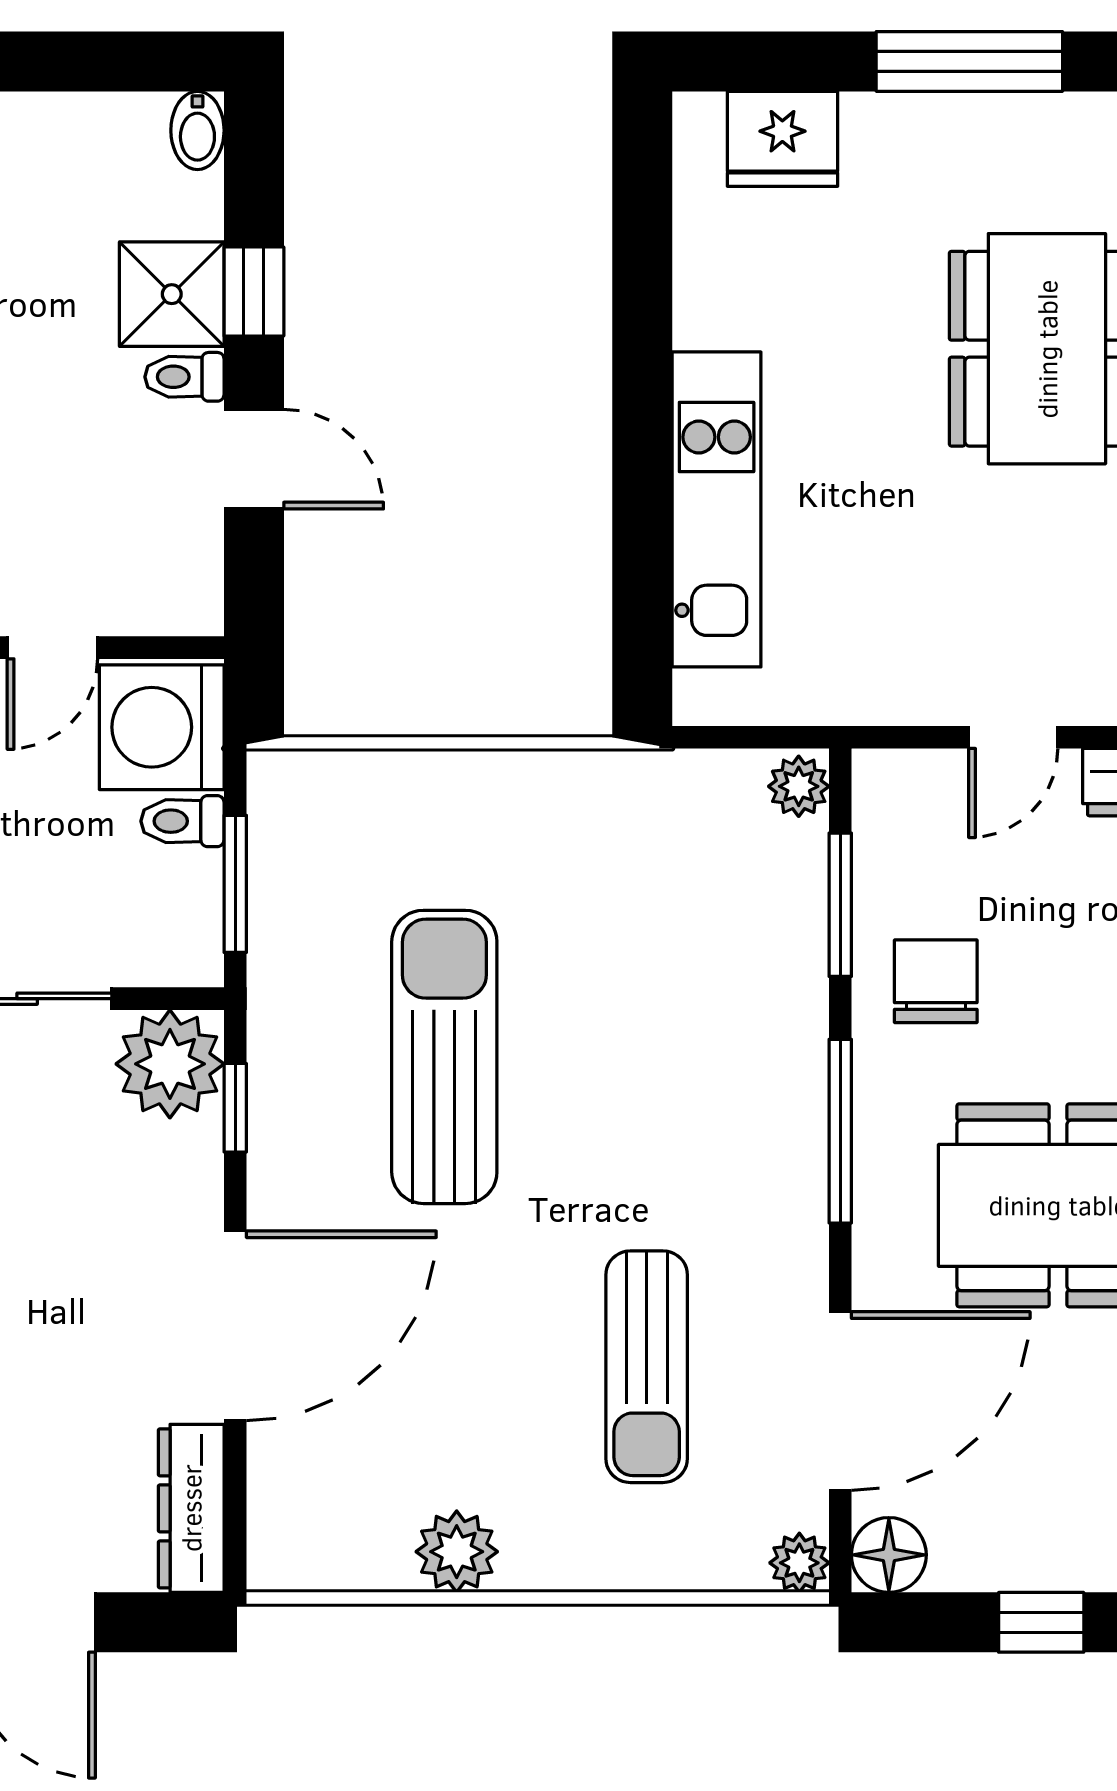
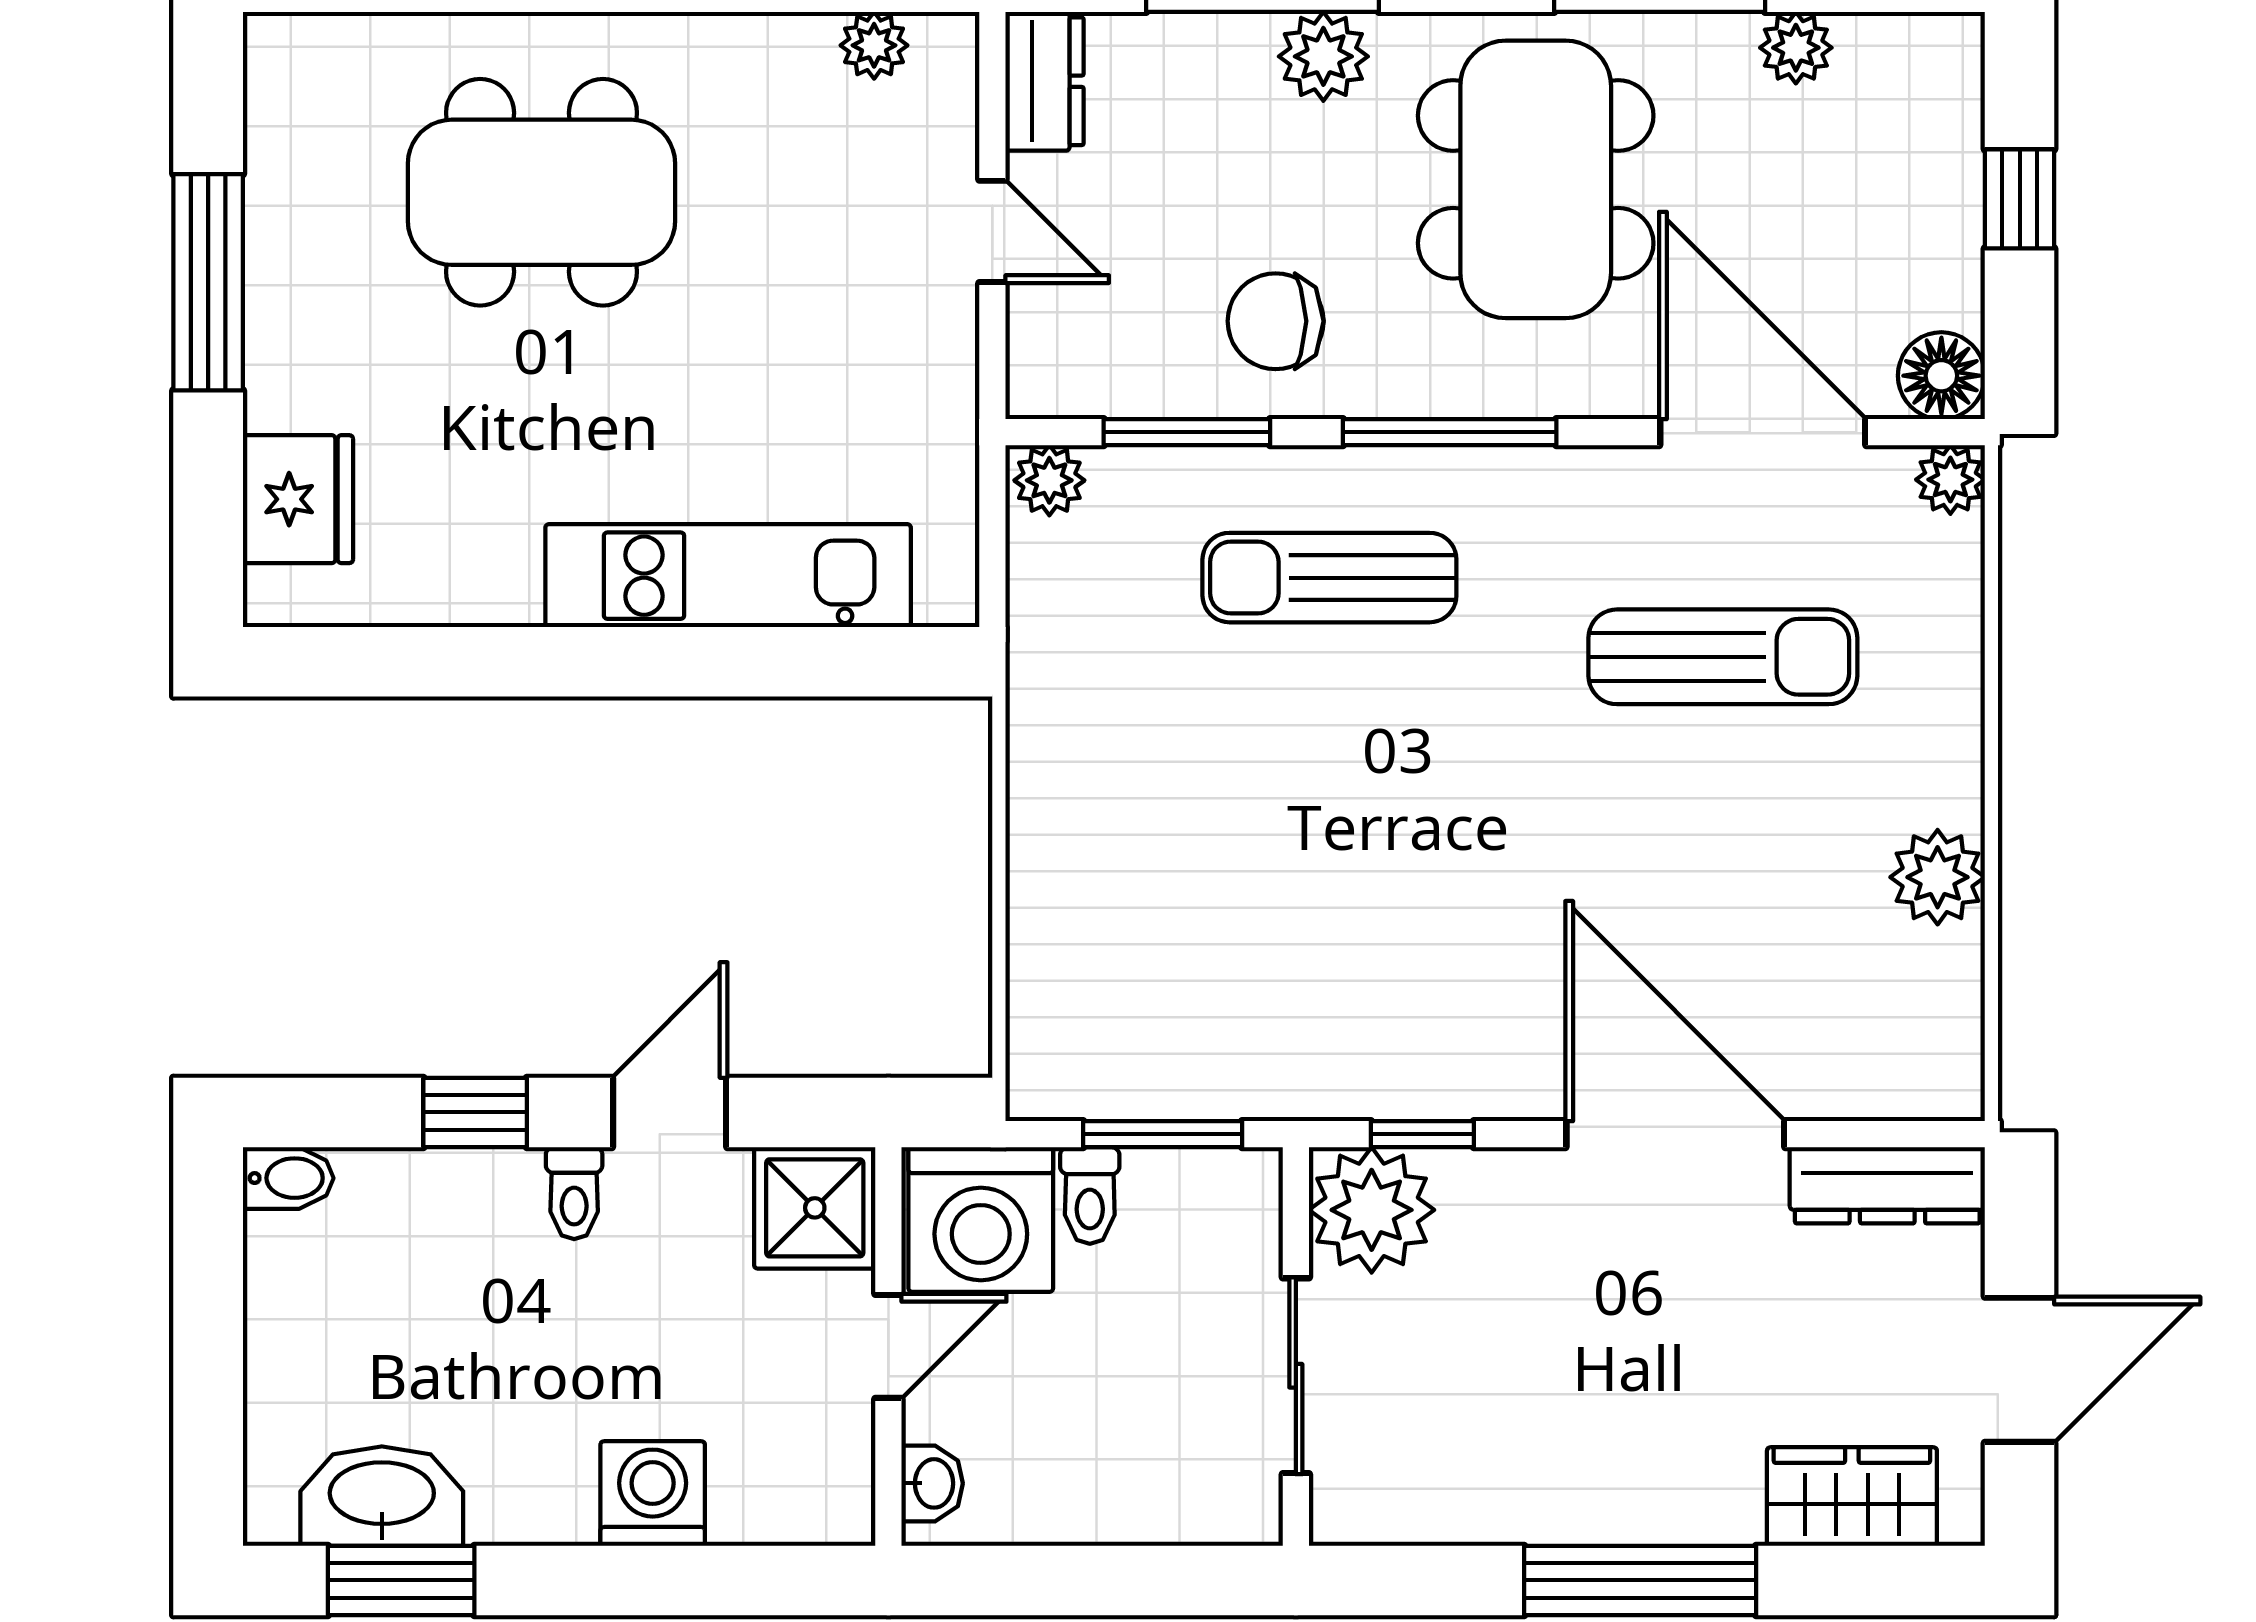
shower: (172, 294) -> (815, 1208), moved
door: (52, 648) -> (888, 1346), hinge flipped
sun lounger: (444, 1057) -> (1329, 578), moved, width x0.73, depth x0.75

